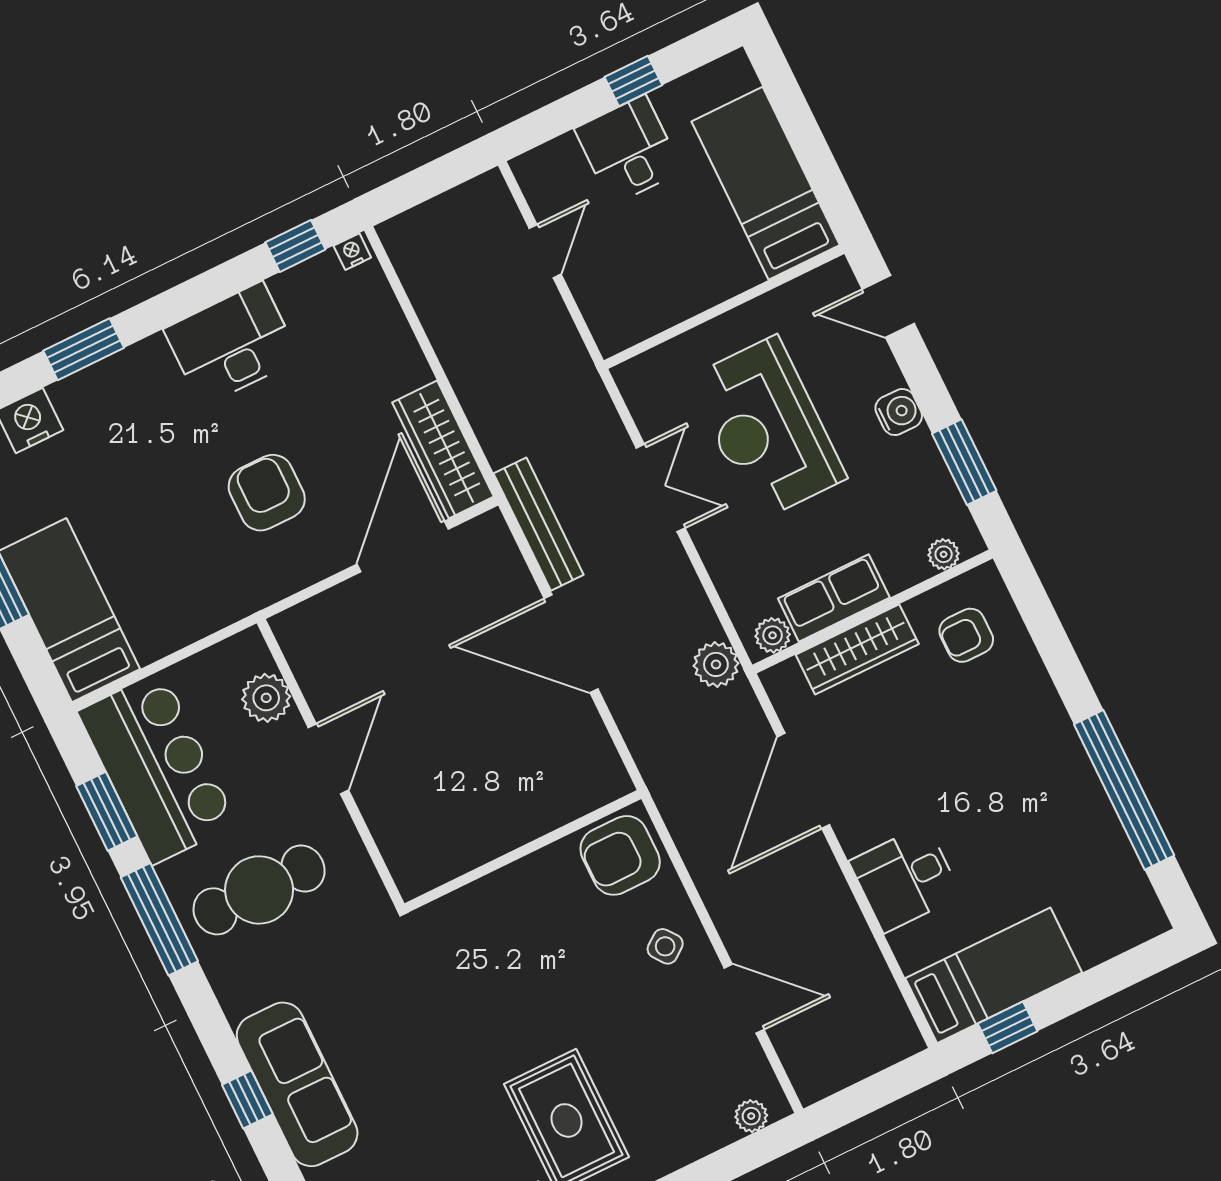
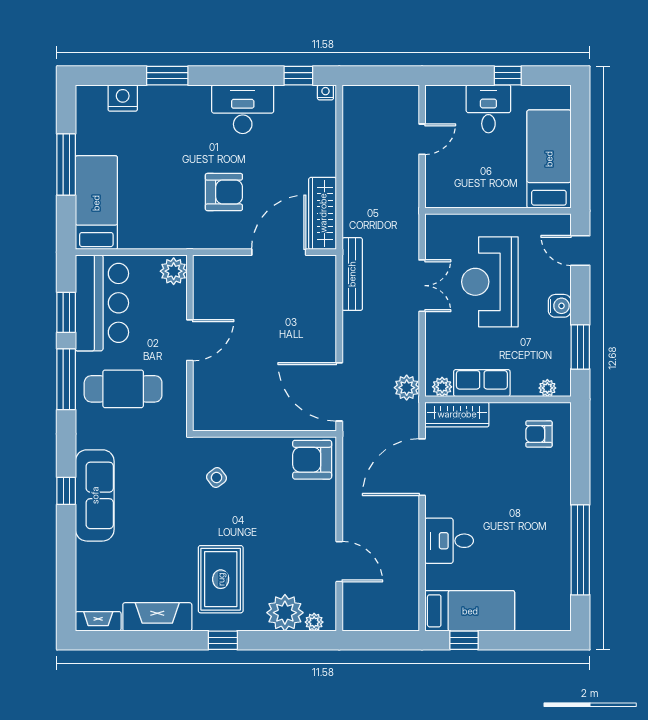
armchair: (267, 493) -> (224, 192), turned 90
door: (571, 644) -> (339, 392), moved
wardrobe: (857, 649) -> (457, 414), moved
plant: (266, 698) -> (174, 271), moved
side table: (665, 946) -> (216, 478), moved
plant: (697, 1124) -> (285, 613), added

